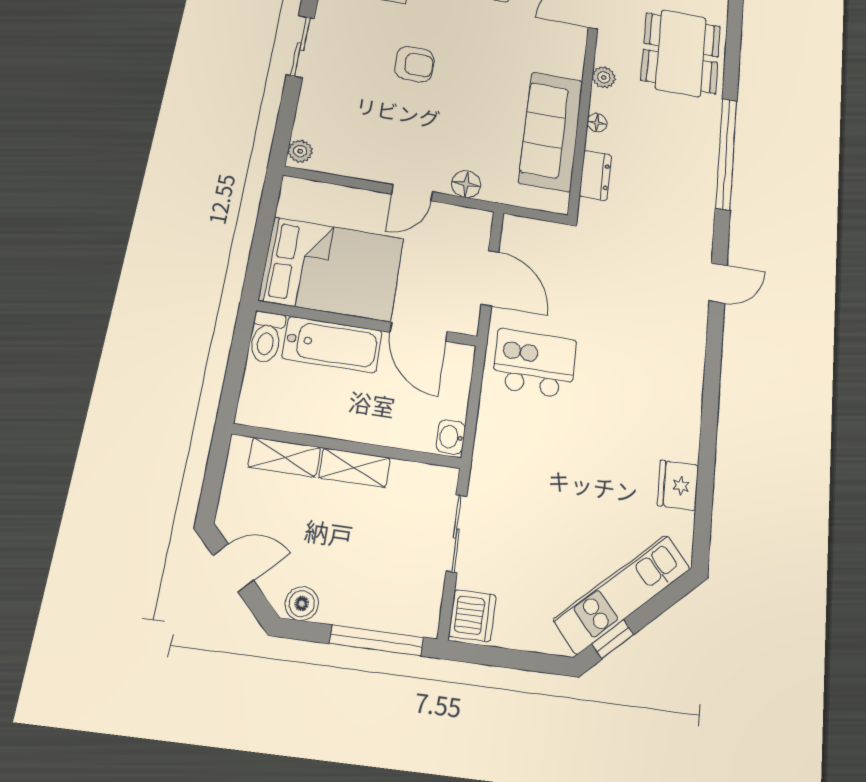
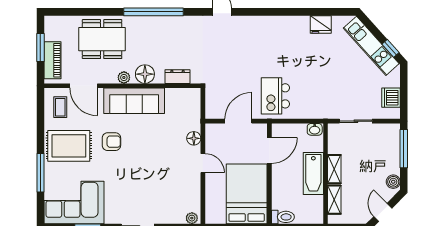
armchair: (414, 64) -> (111, 142), moved, turned 90
floor lamp: (597, 123) -> (145, 74), width x1.89, depth x1.89
sofa: (551, 131) -> (134, 101), moved
bathtub: (332, 344) -> (313, 173), moved, turned 180
dishwasher: (472, 616) -> (391, 98), moved, turned -90

